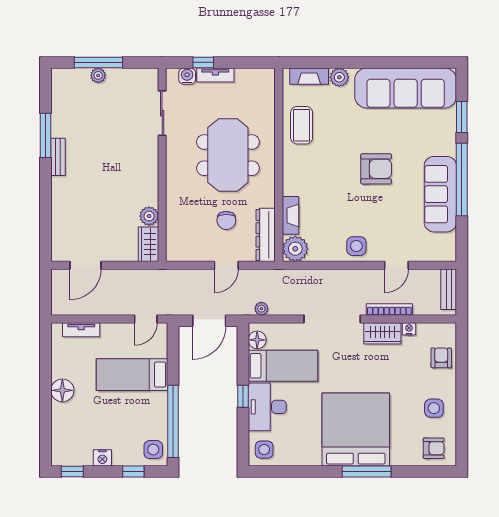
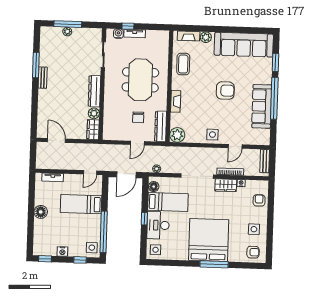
dresser: (149, 178) -> (94, 91), added
fireplace: (290, 215) -> (176, 101), moved
door: (86, 265) -> (56, 140), swing flipped

